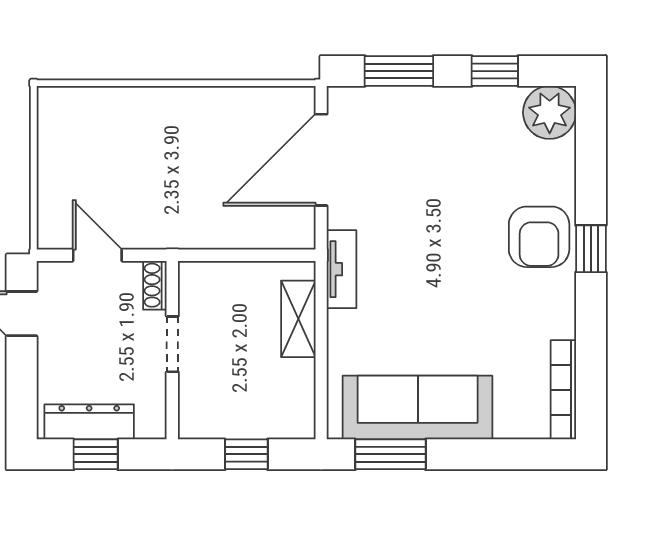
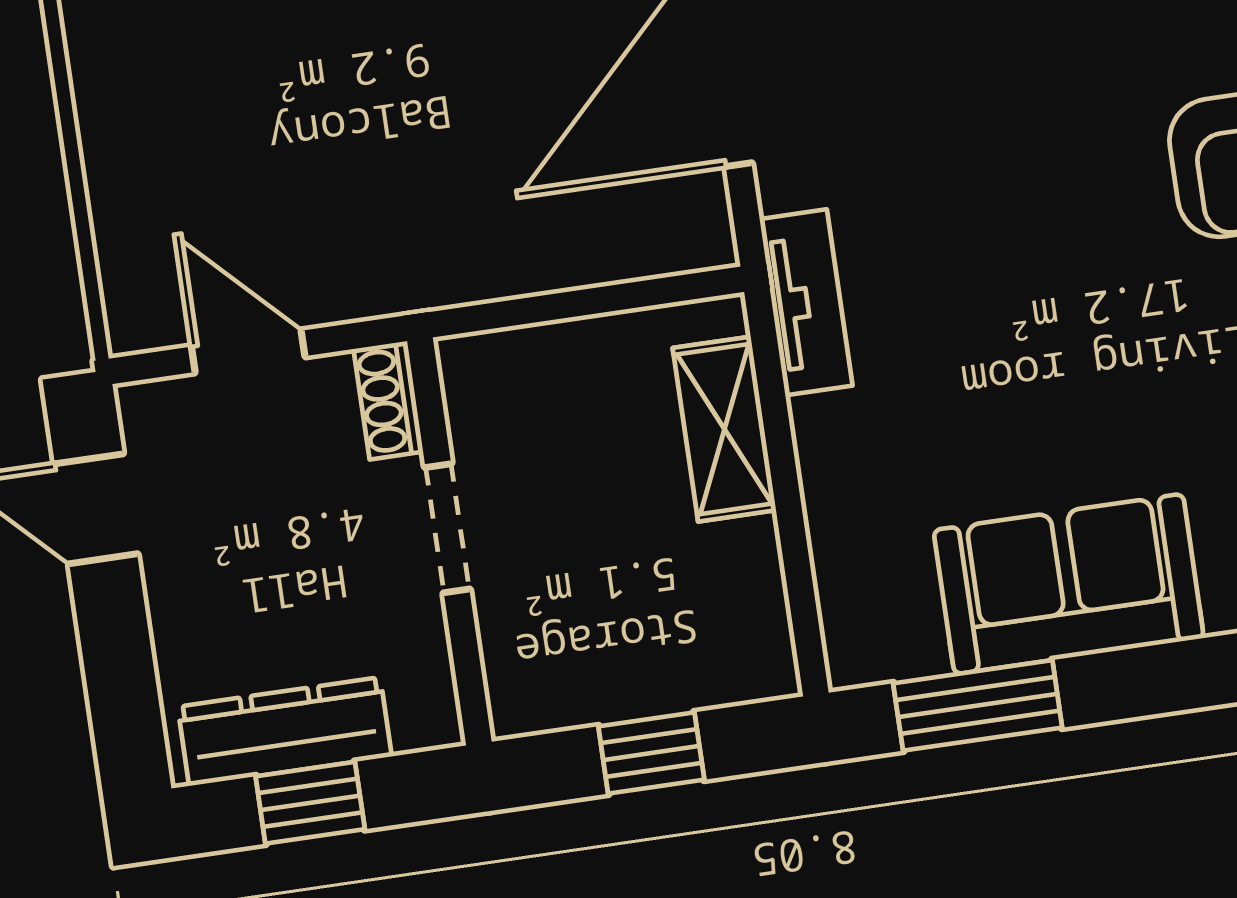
sofa: (418, 408) -> (1069, 584), width x0.73

